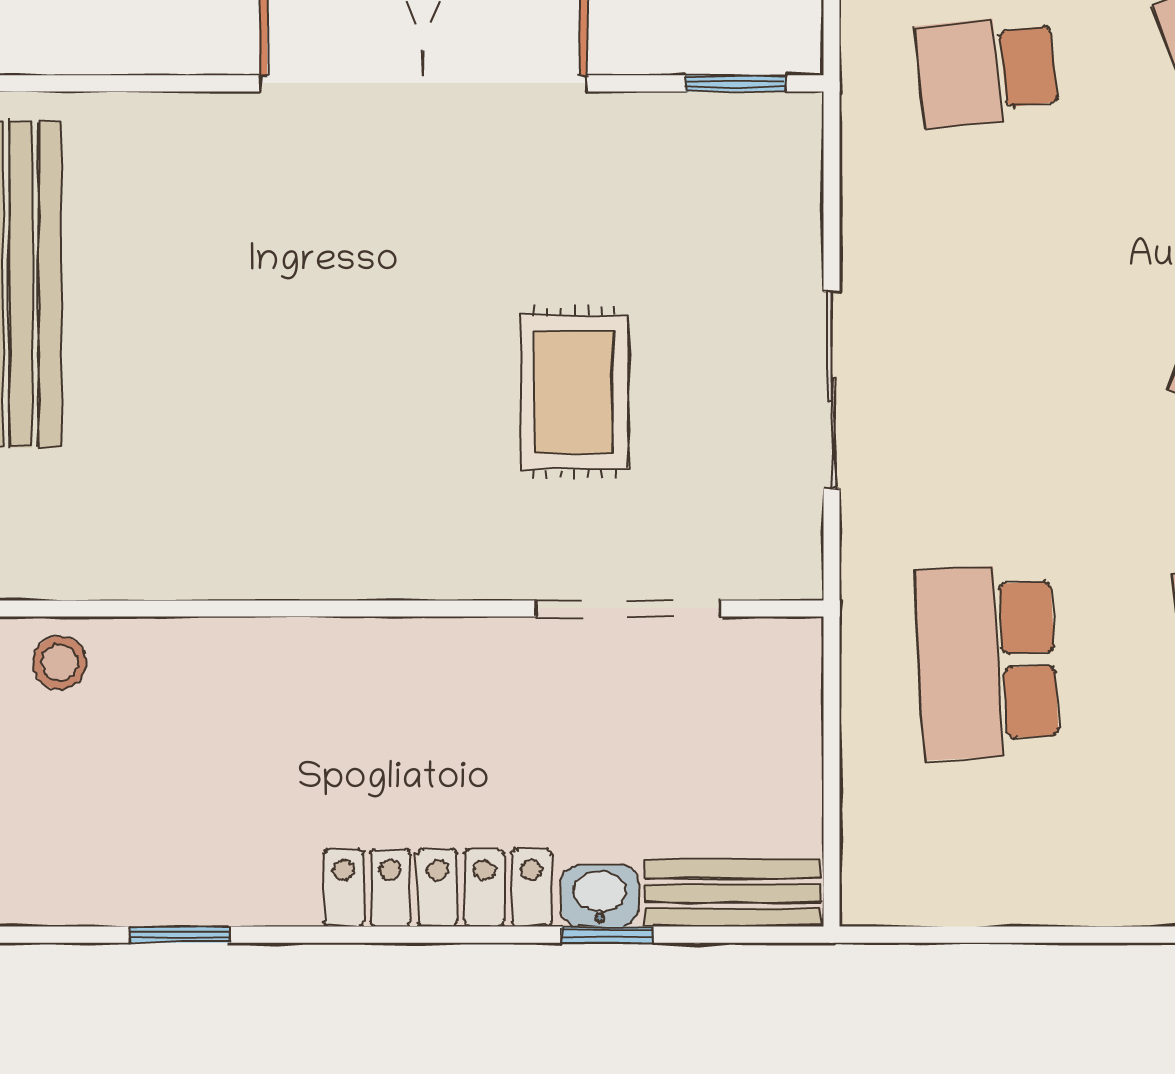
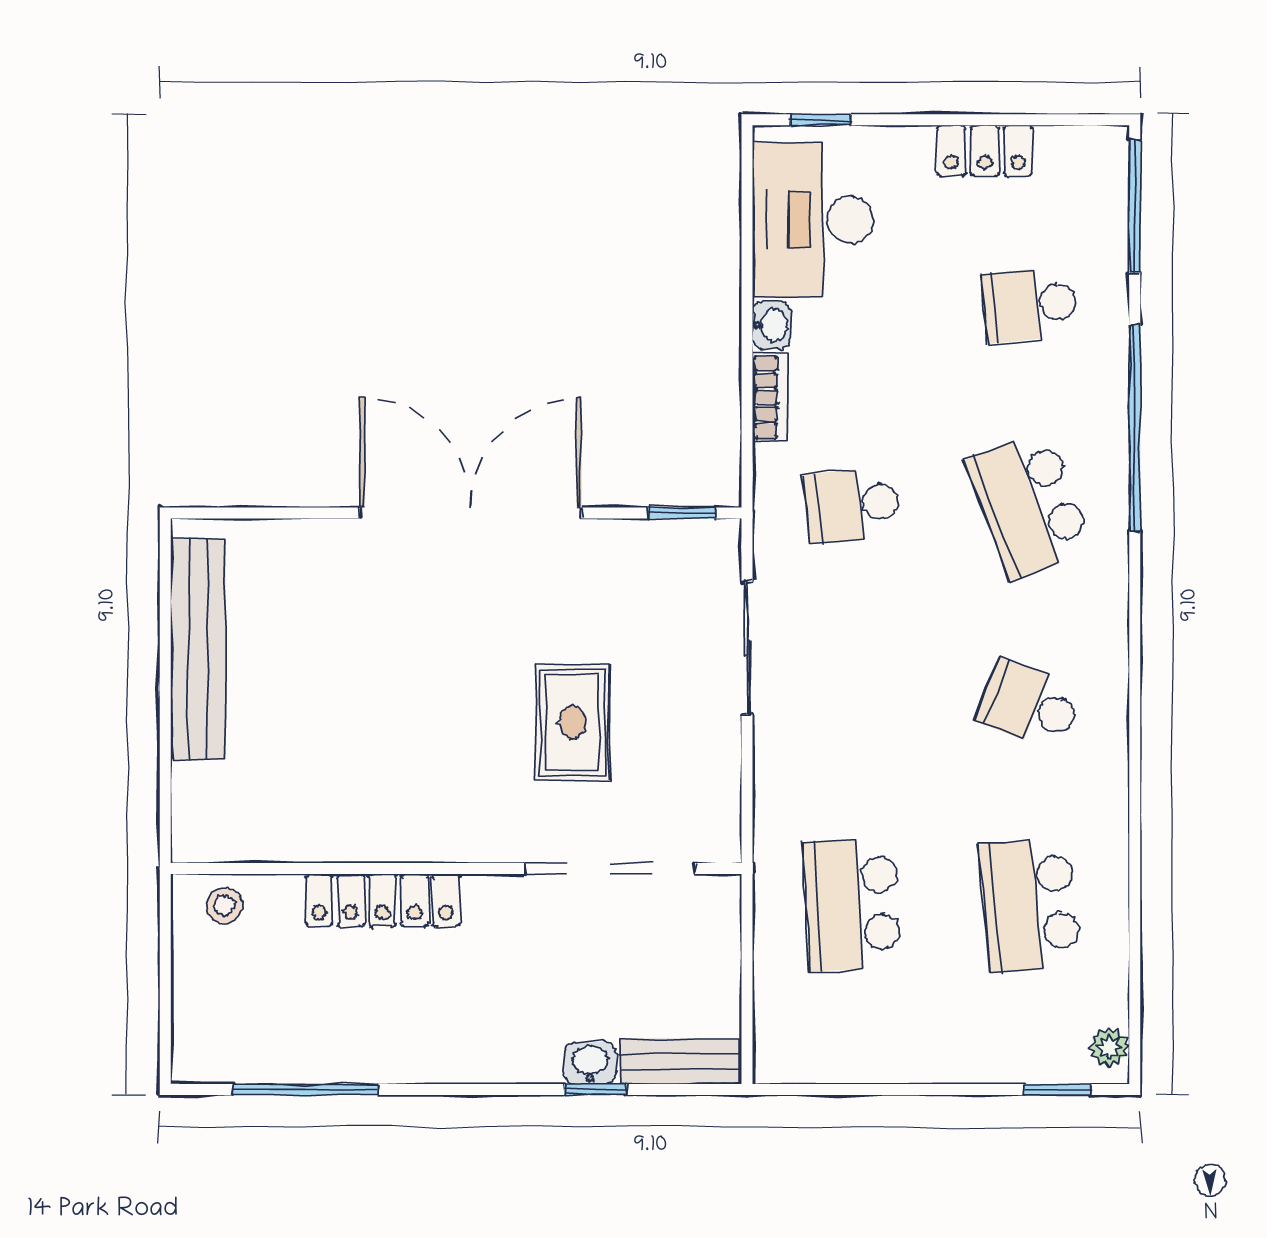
sliding door: (831, 390) -> (747, 648), moved
doorway: (628, 608) -> (610, 869), width x1.36
locker: (437, 888) -> (383, 900), moved, turned 180
window: (180, 935) -> (306, 1089), width x2.17

